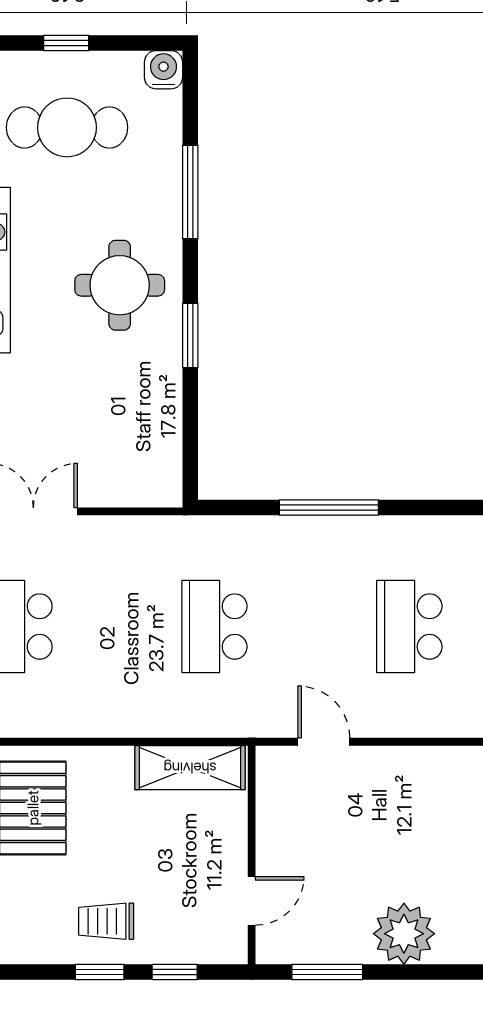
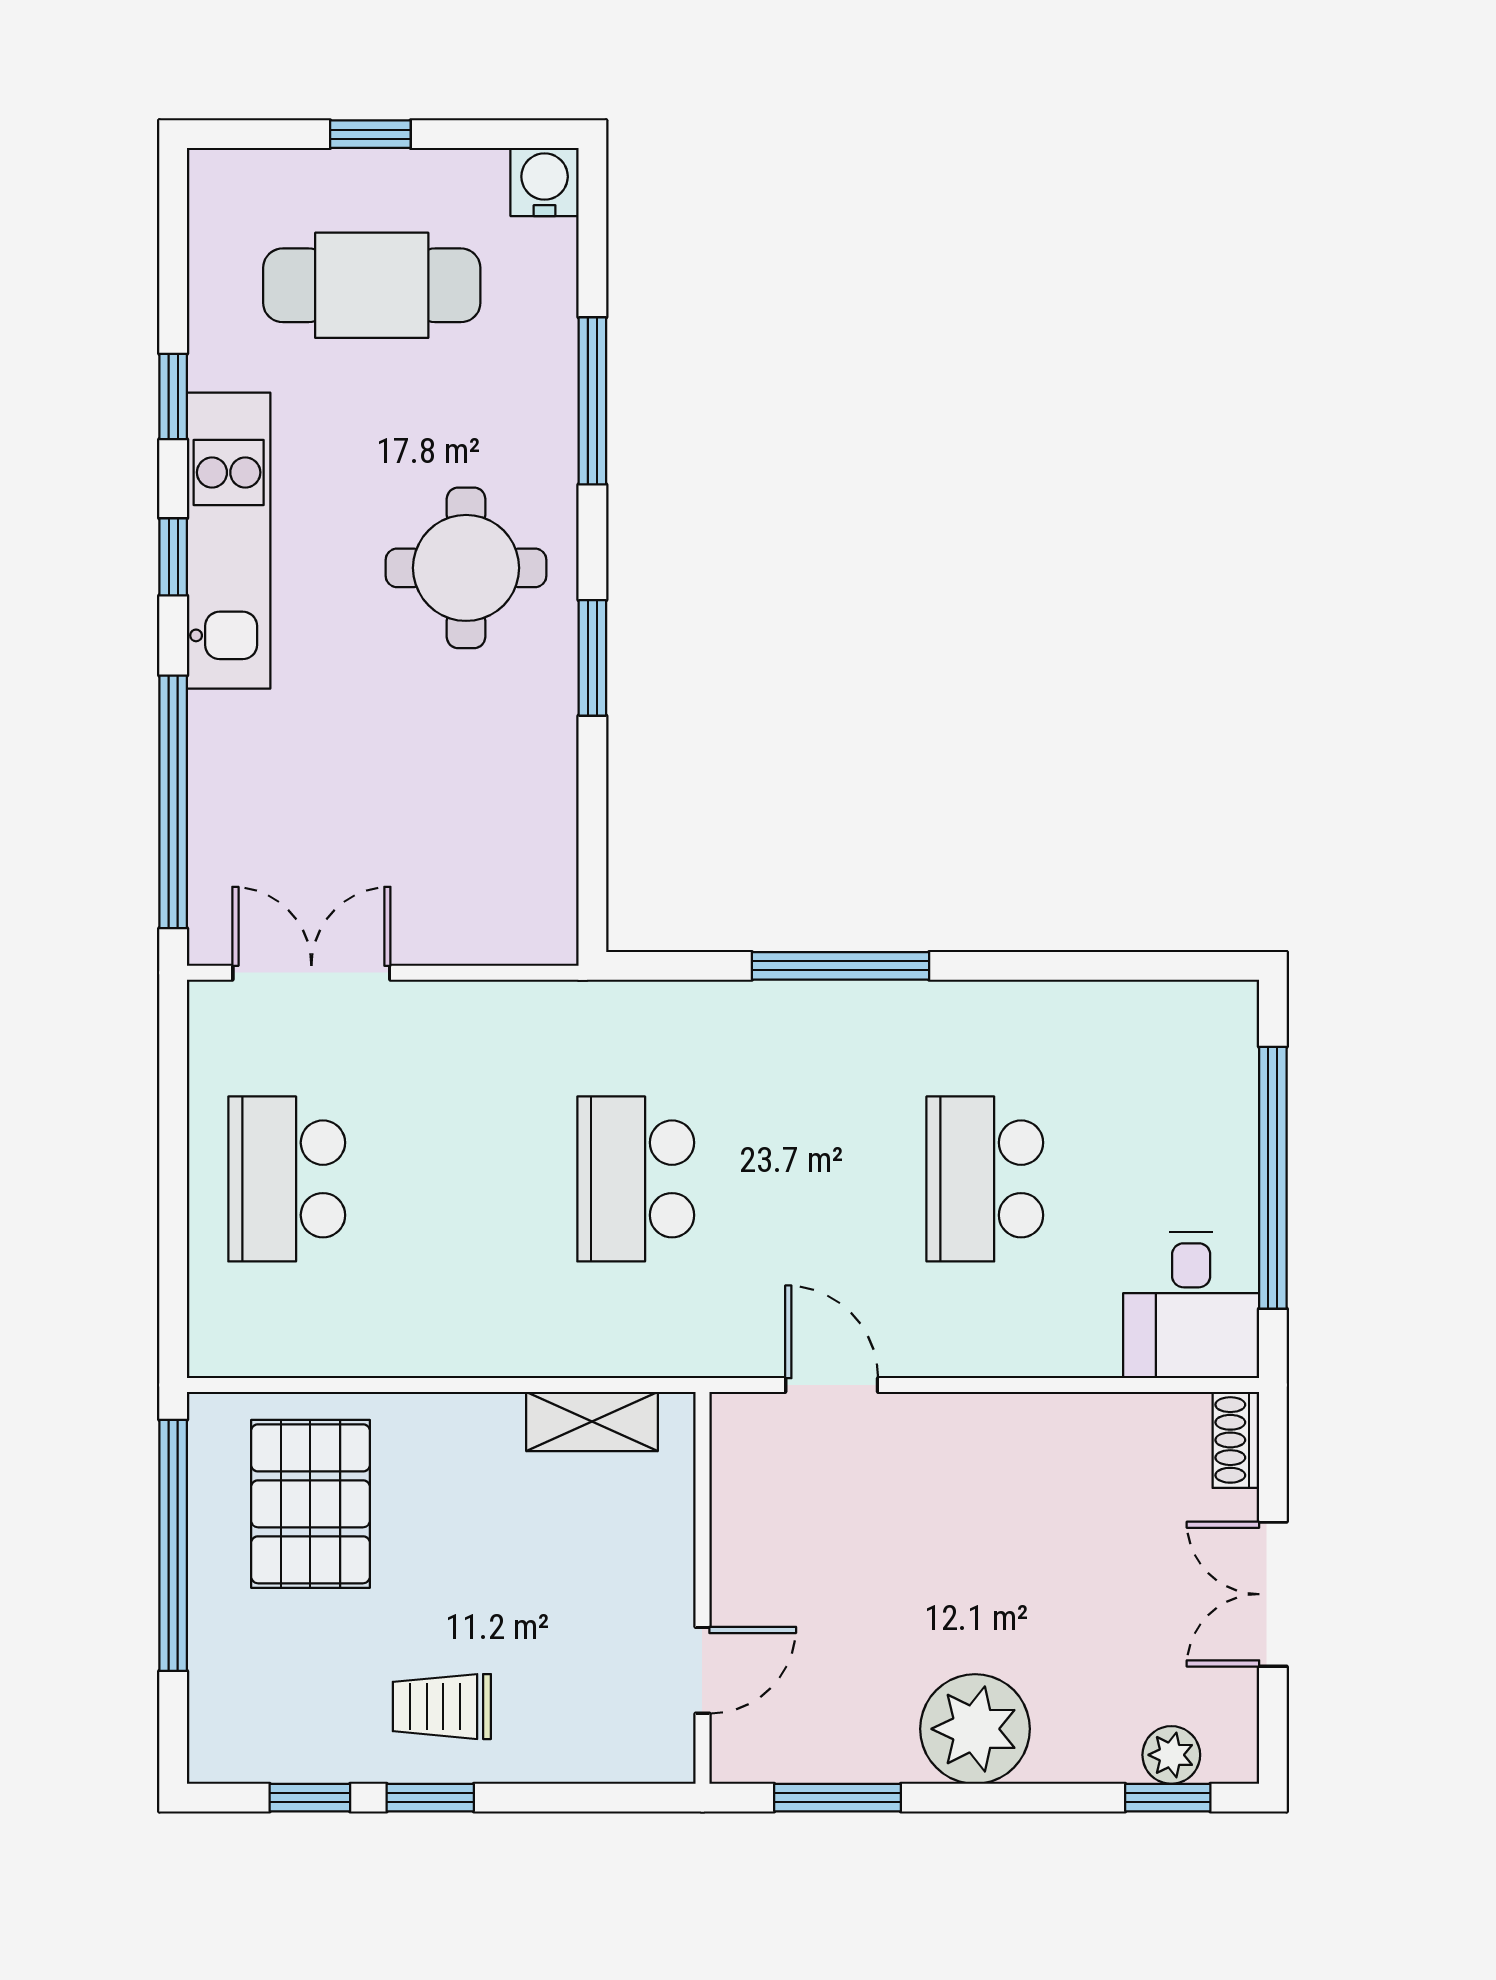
shelving: (190, 768) -> (592, 1422), width x0.67, depth x0.75
window: (175, 972) -> (310, 1798), moved

